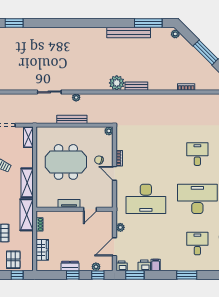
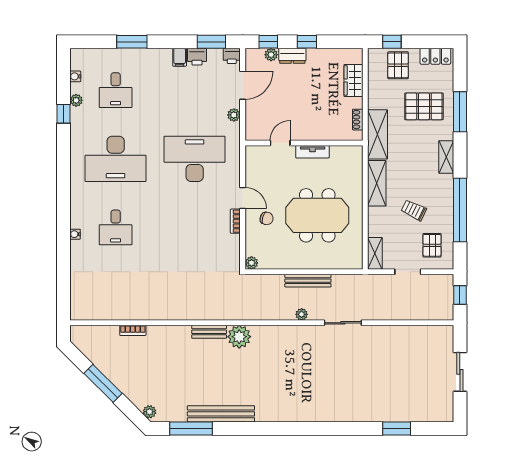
dresser: (70, 266) -> (292, 56), moved

